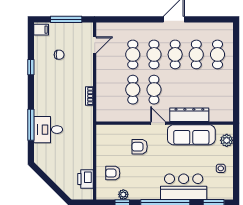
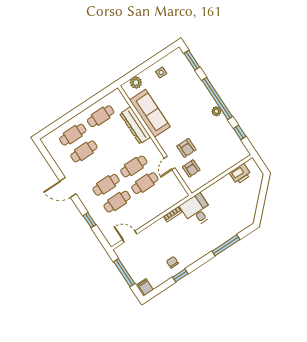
window: (132, 19) -> (90, 220), added
cafe table: (175, 54) -> (101, 116), moved
chair: (59, 55) -> (172, 262), moved
door: (158, 123) -> (170, 163), moved
desk: (48, 130) -> (197, 210), moved, turned 180
armchair: (113, 173) -> (191, 168), moved
bar counter: (184, 187) -> (195, 92), removed
plant: (123, 194) -> (216, 111), moved

